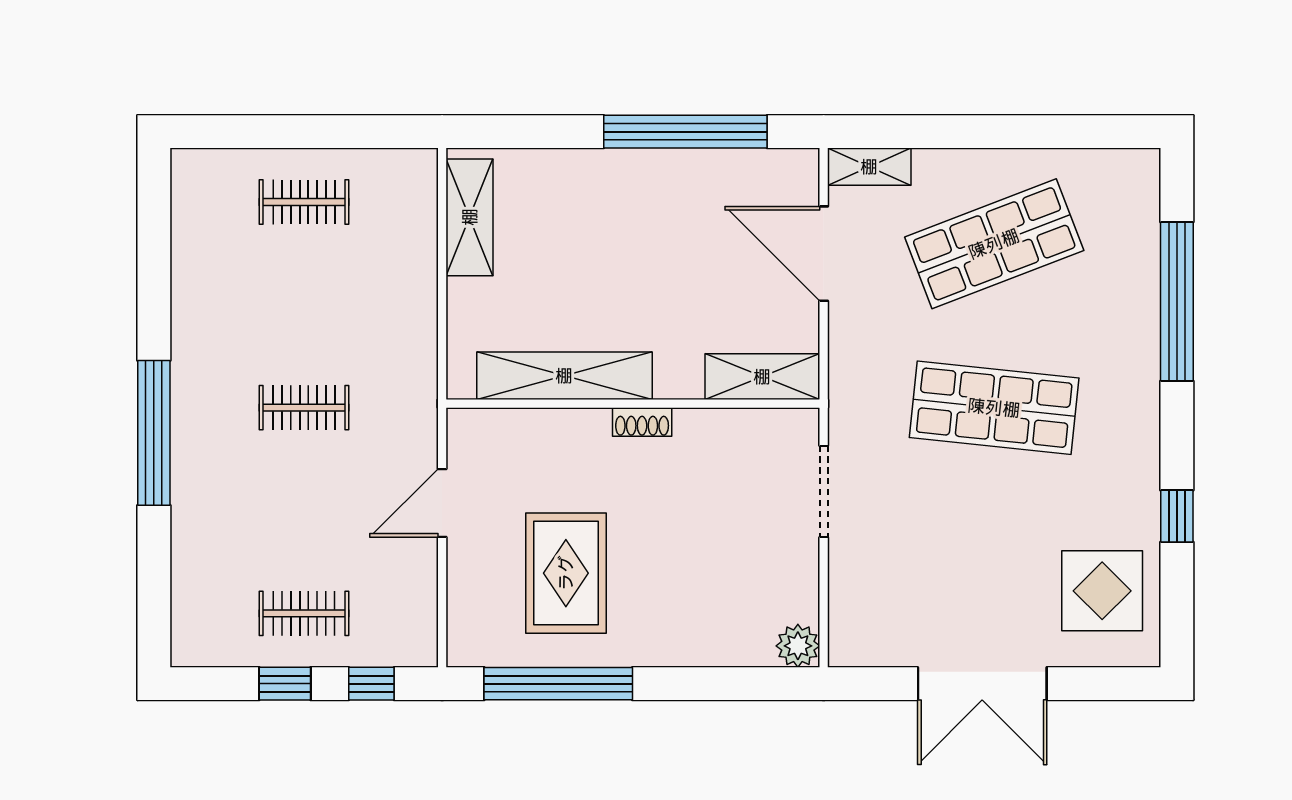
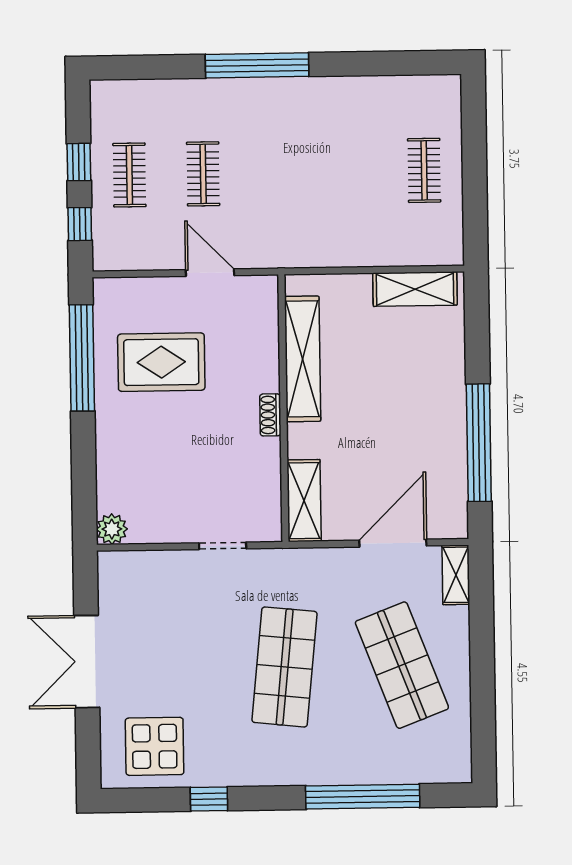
clothes rail: (304, 408) -> (203, 174), moved
doorway: (824, 491) -> (223, 546), width x0.73

